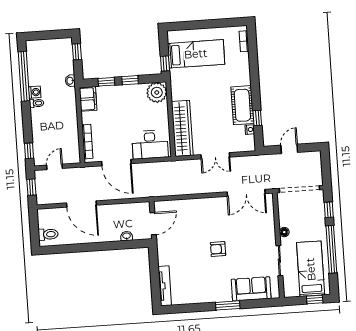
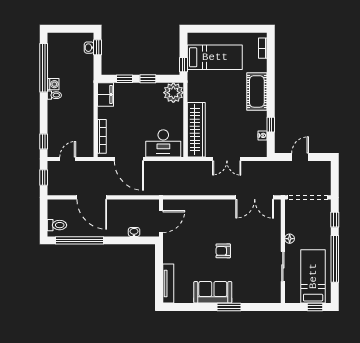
washbasin: (70, 81) -> (89, 48), moved
cot: (242, 105) -> (257, 91), moved
window: (72, 248) -> (79, 240), added
sofa: (251, 289) -> (213, 292), moved

